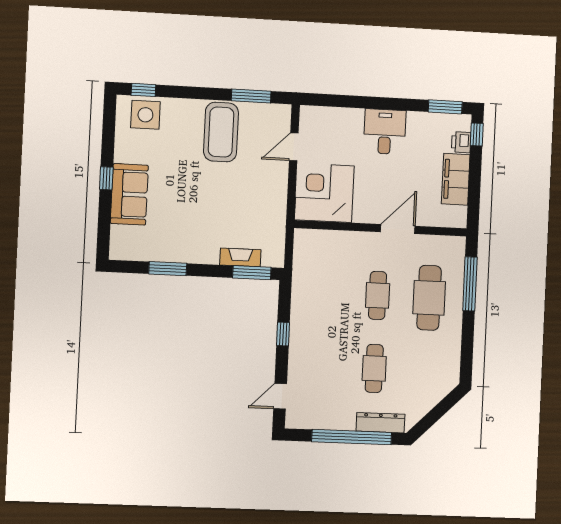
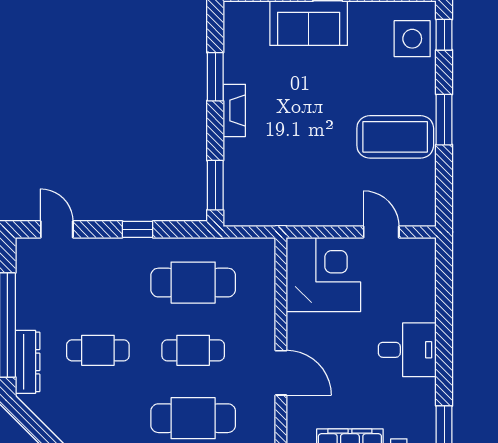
window: (251, 96) -> (444, 120), moved
fireplace: (240, 257) -> (234, 110), moved
cafe table: (326, 293) -> (193, 283), added

